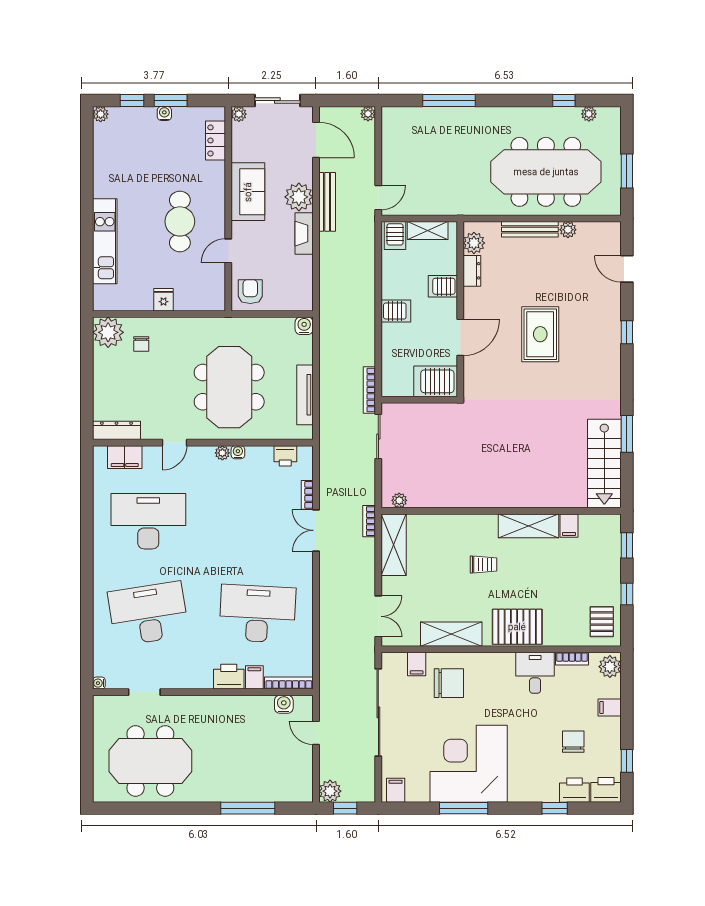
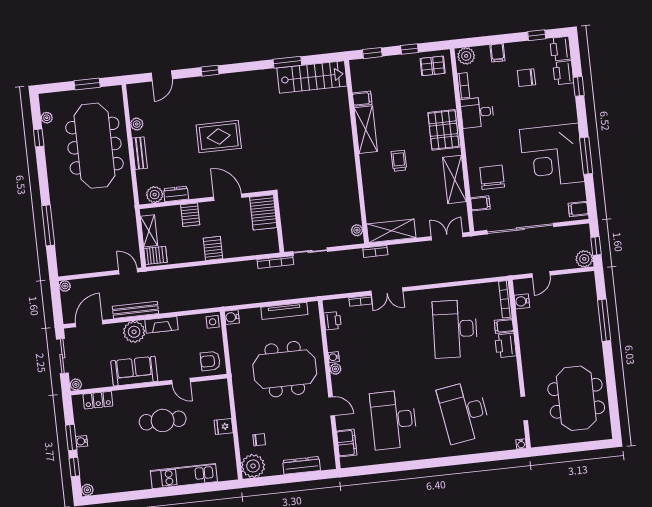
bench: (530, 229) -> (140, 153), width x0.73
side table: (301, 300) -> (213, 322), added
dresser: (117, 430) -> (302, 465), moved, turned 90

